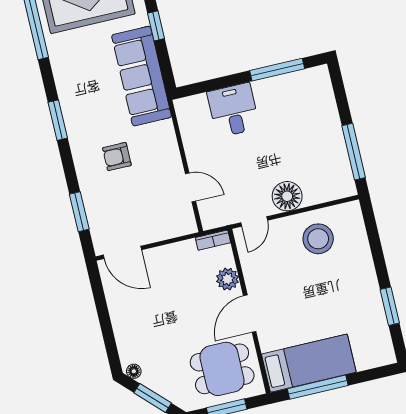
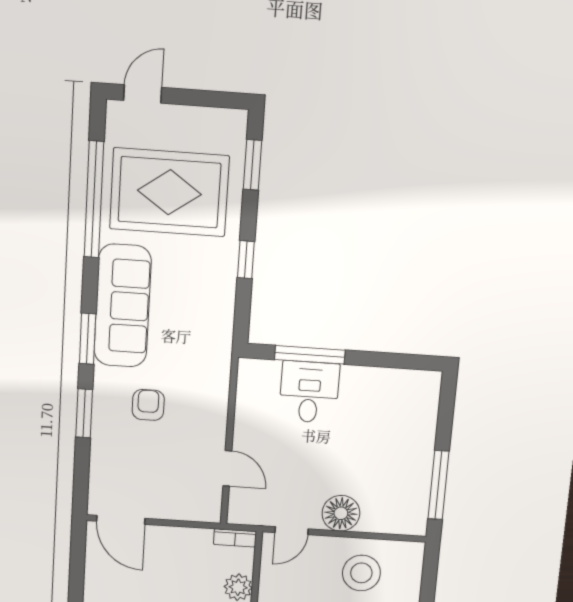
window: (277, 70) -> (310, 355), moved
sofa: (142, 76) -> (123, 306), moved, turned 180
armchair: (117, 157) -> (148, 405), turned 90
window: (79, 212) -> (84, 413), moved

